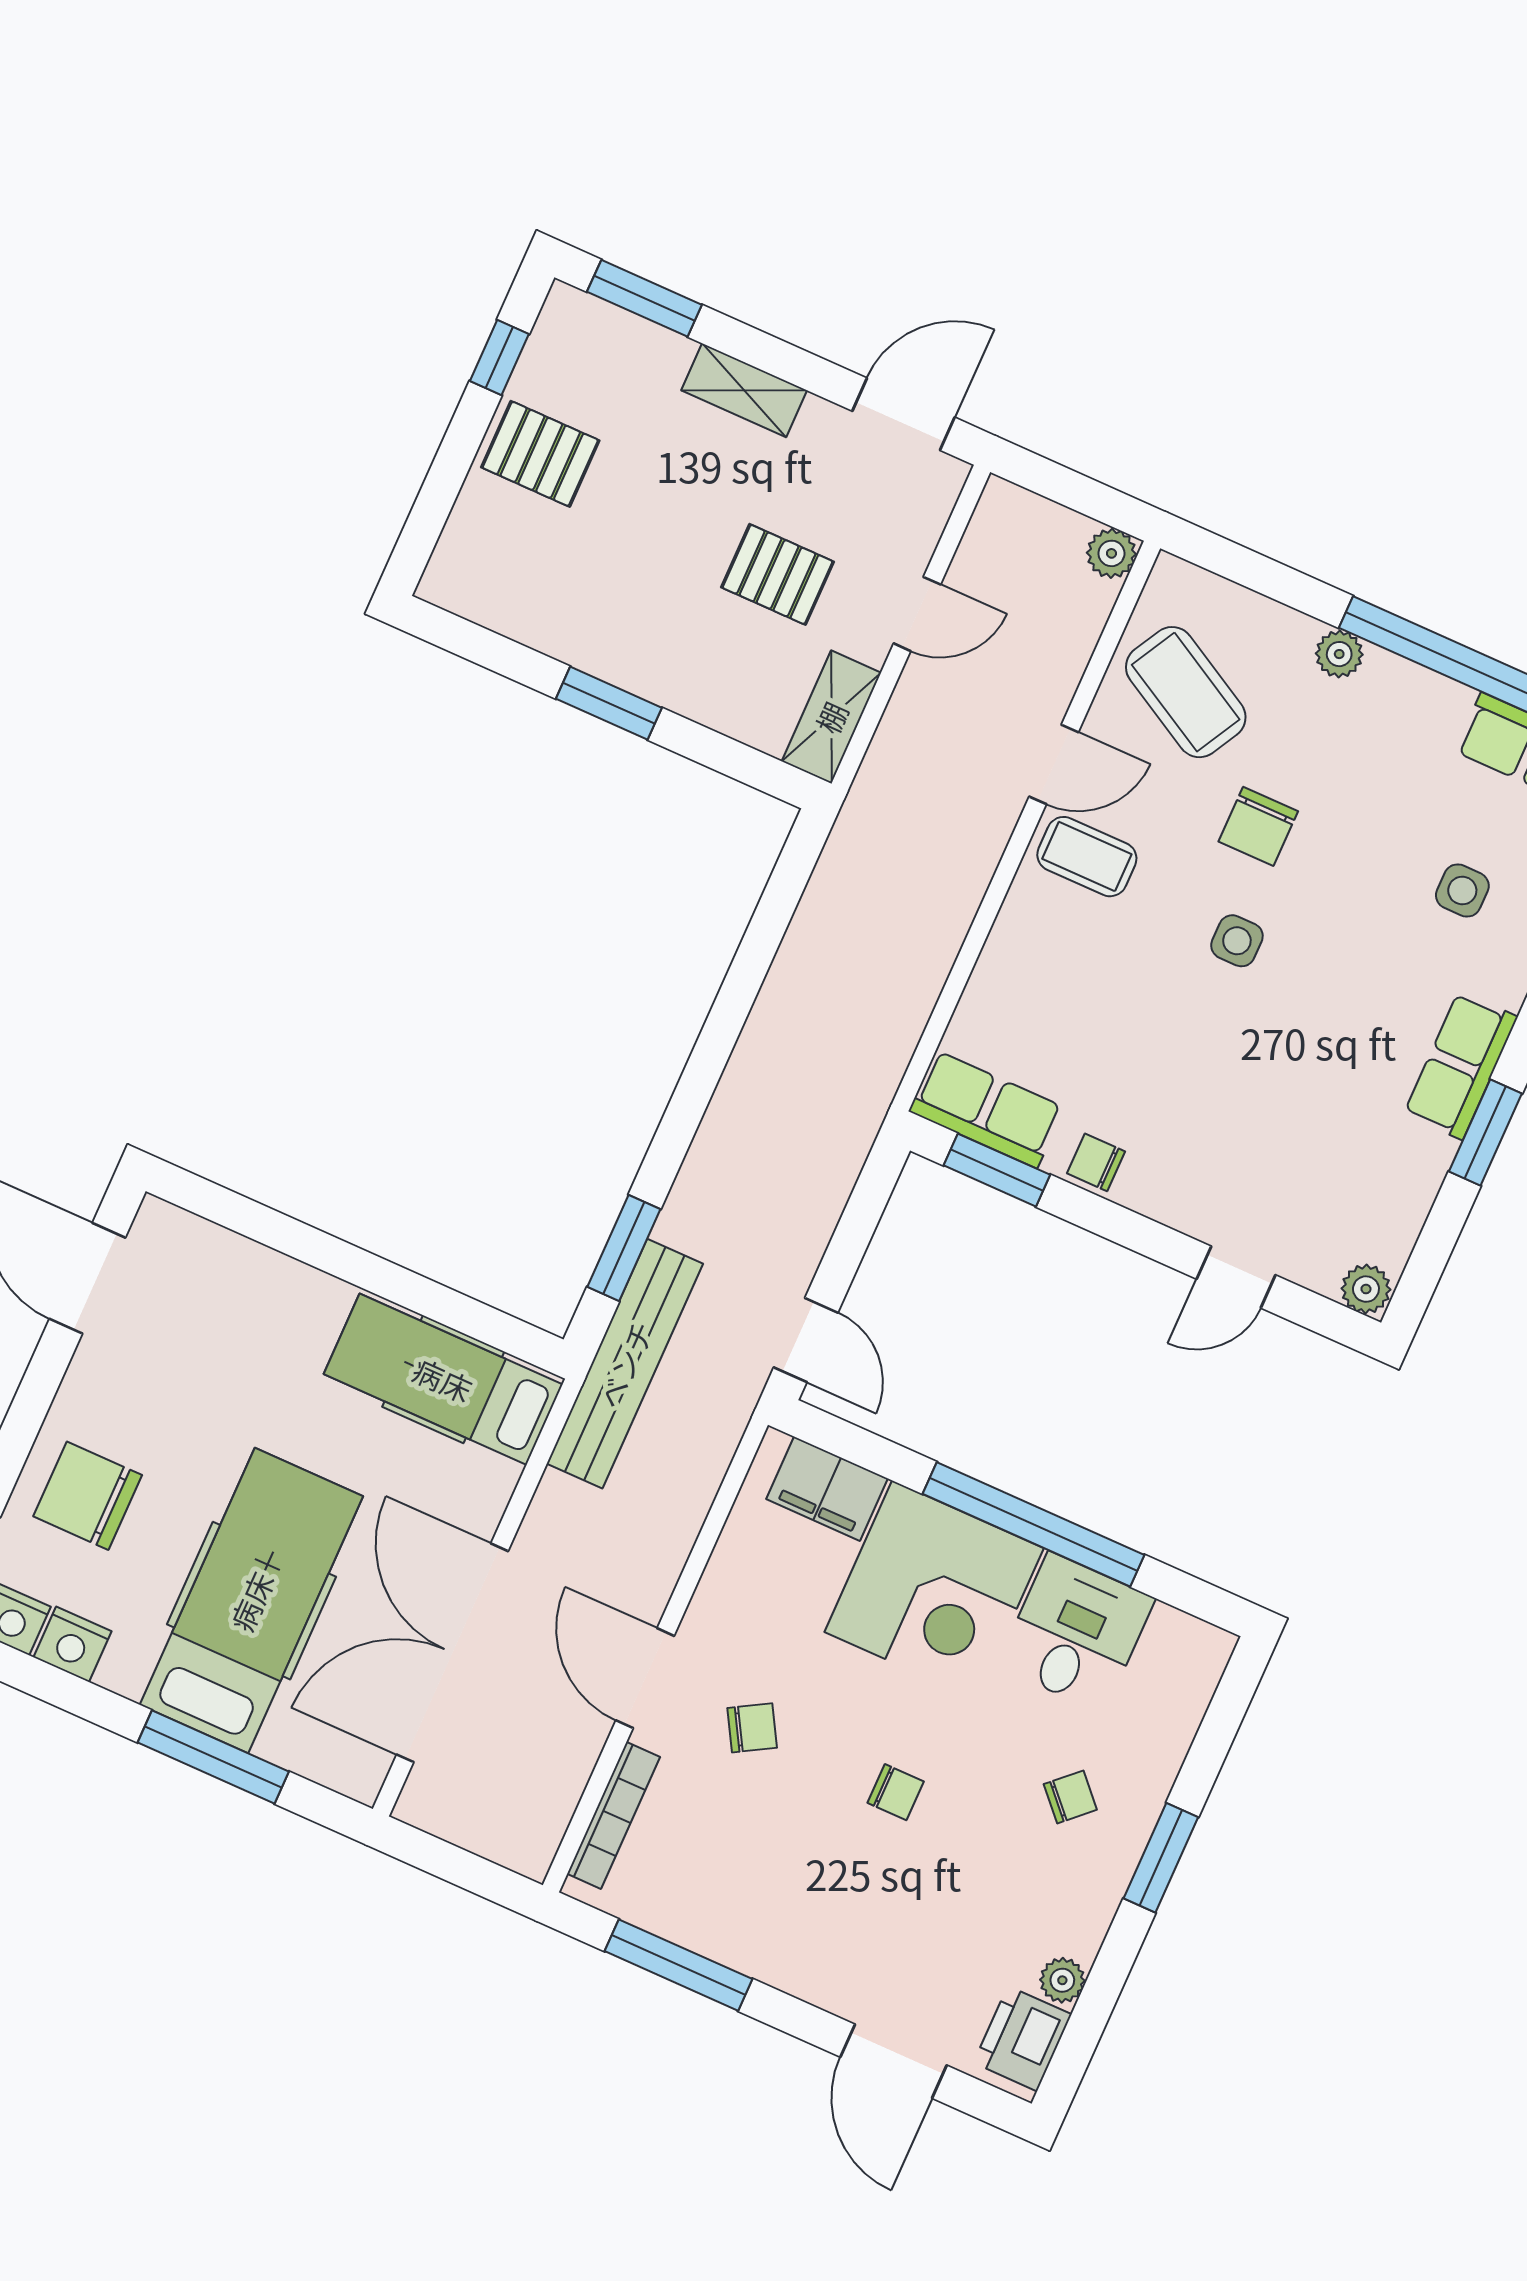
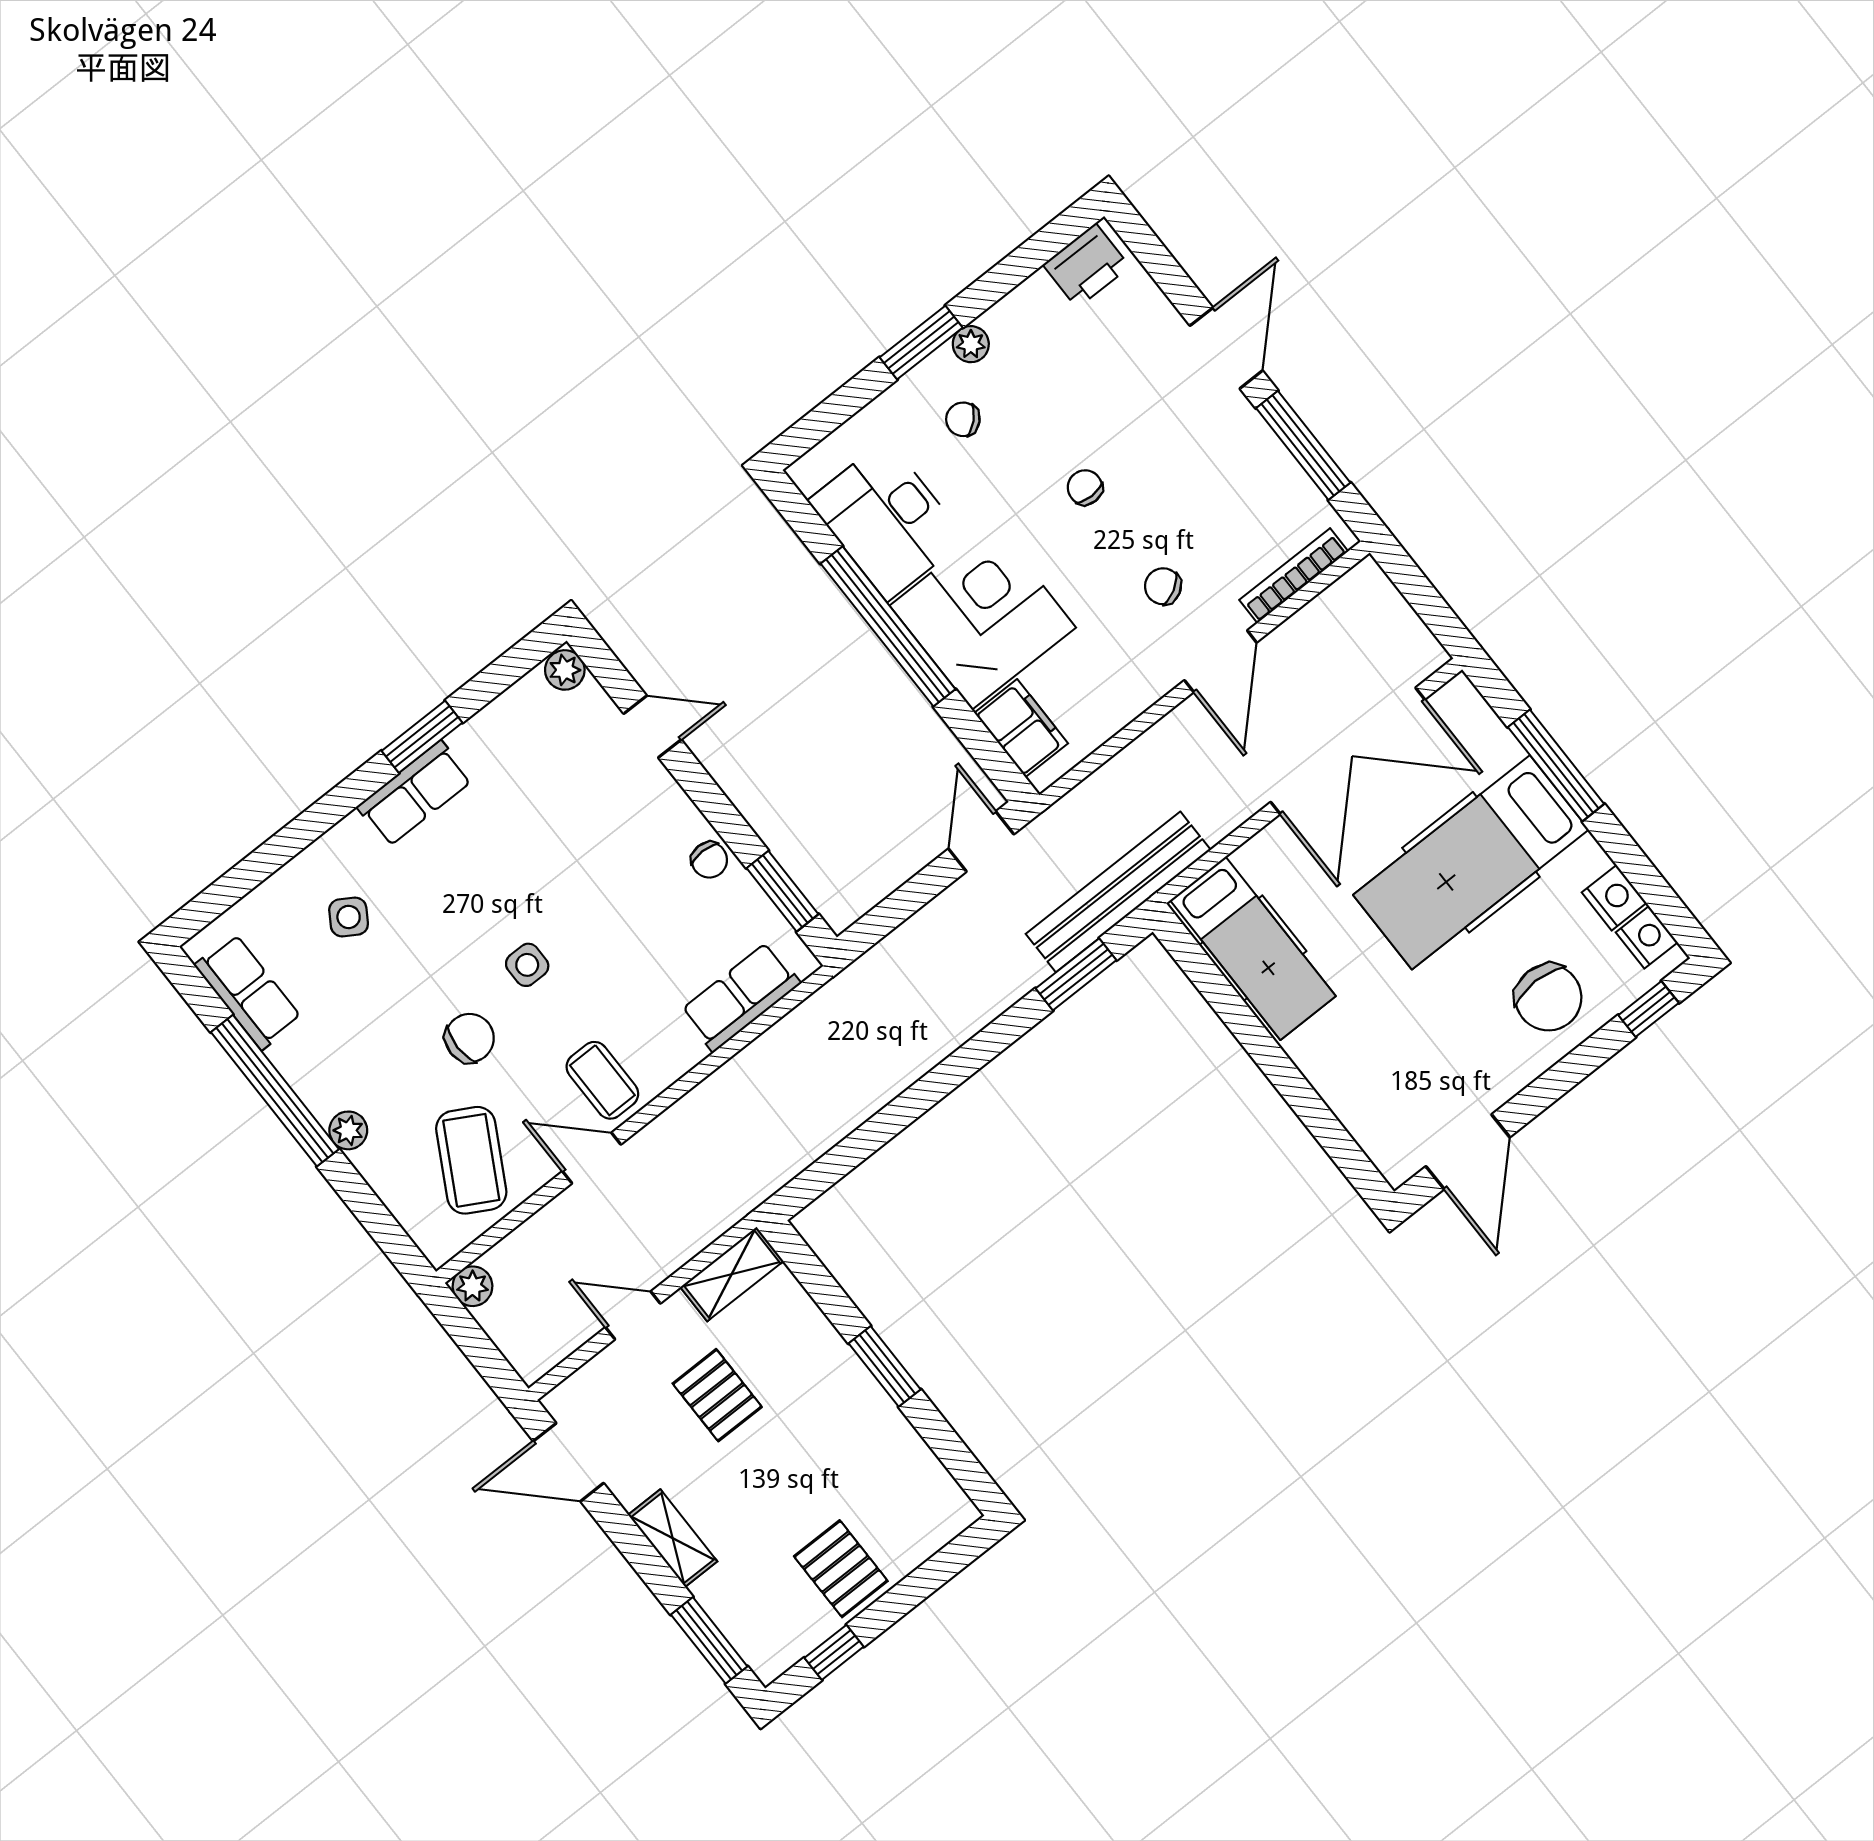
side table: (1462, 890) -> (349, 917), turned 32
row of seats: (986, 1109) -> (741, 997), moved, turned 90
desk: (1076, 1632) -> (887, 520), width x1.37
plant: (1062, 1980) -> (971, 344), moved
door: (893, 2061) -> (1226, 348), moved

